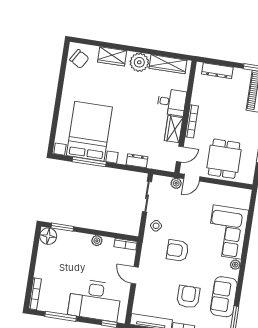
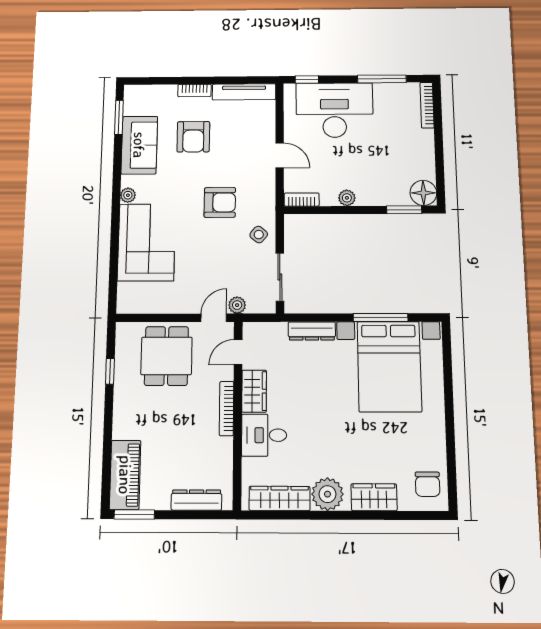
chair: (79, 59) -> (428, 484), turned -121
dresser: (137, 161) -> (312, 331), width x1.44

